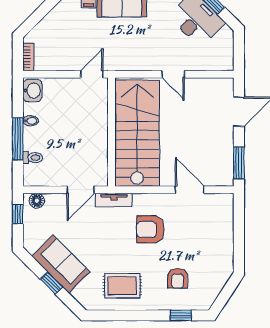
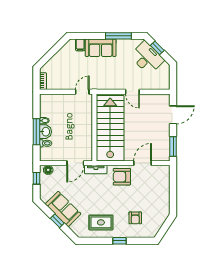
washbasin: (32, 91) -> (45, 132), moved
door: (190, 190) -> (143, 163), hinge flipped
armchair: (150, 229) -> (122, 177), moved
window: (181, 315) -> (119, 241), moved

